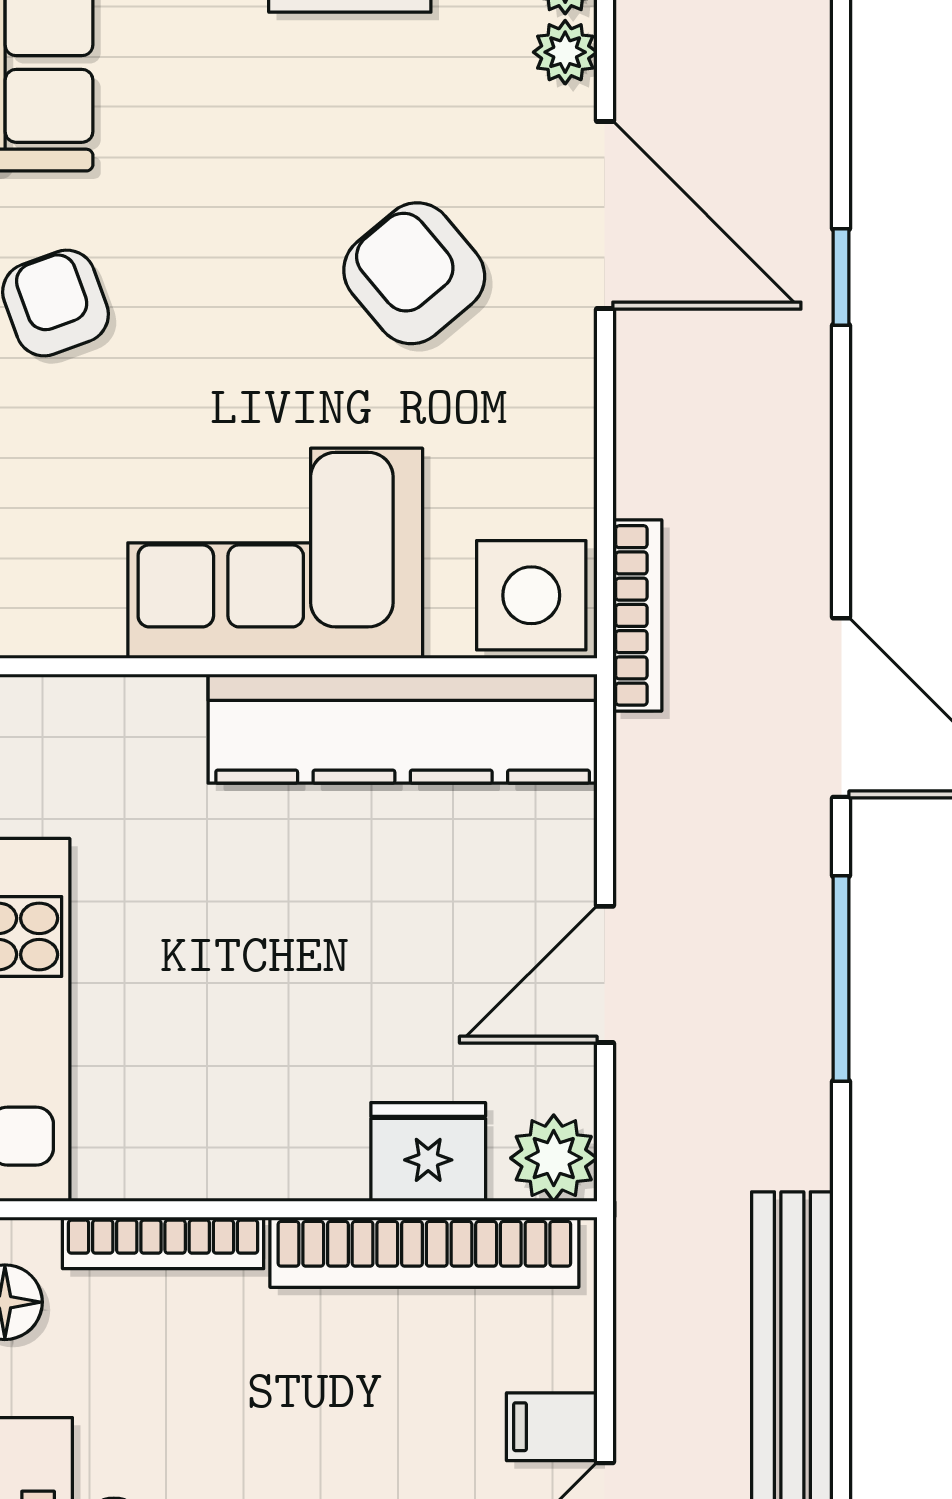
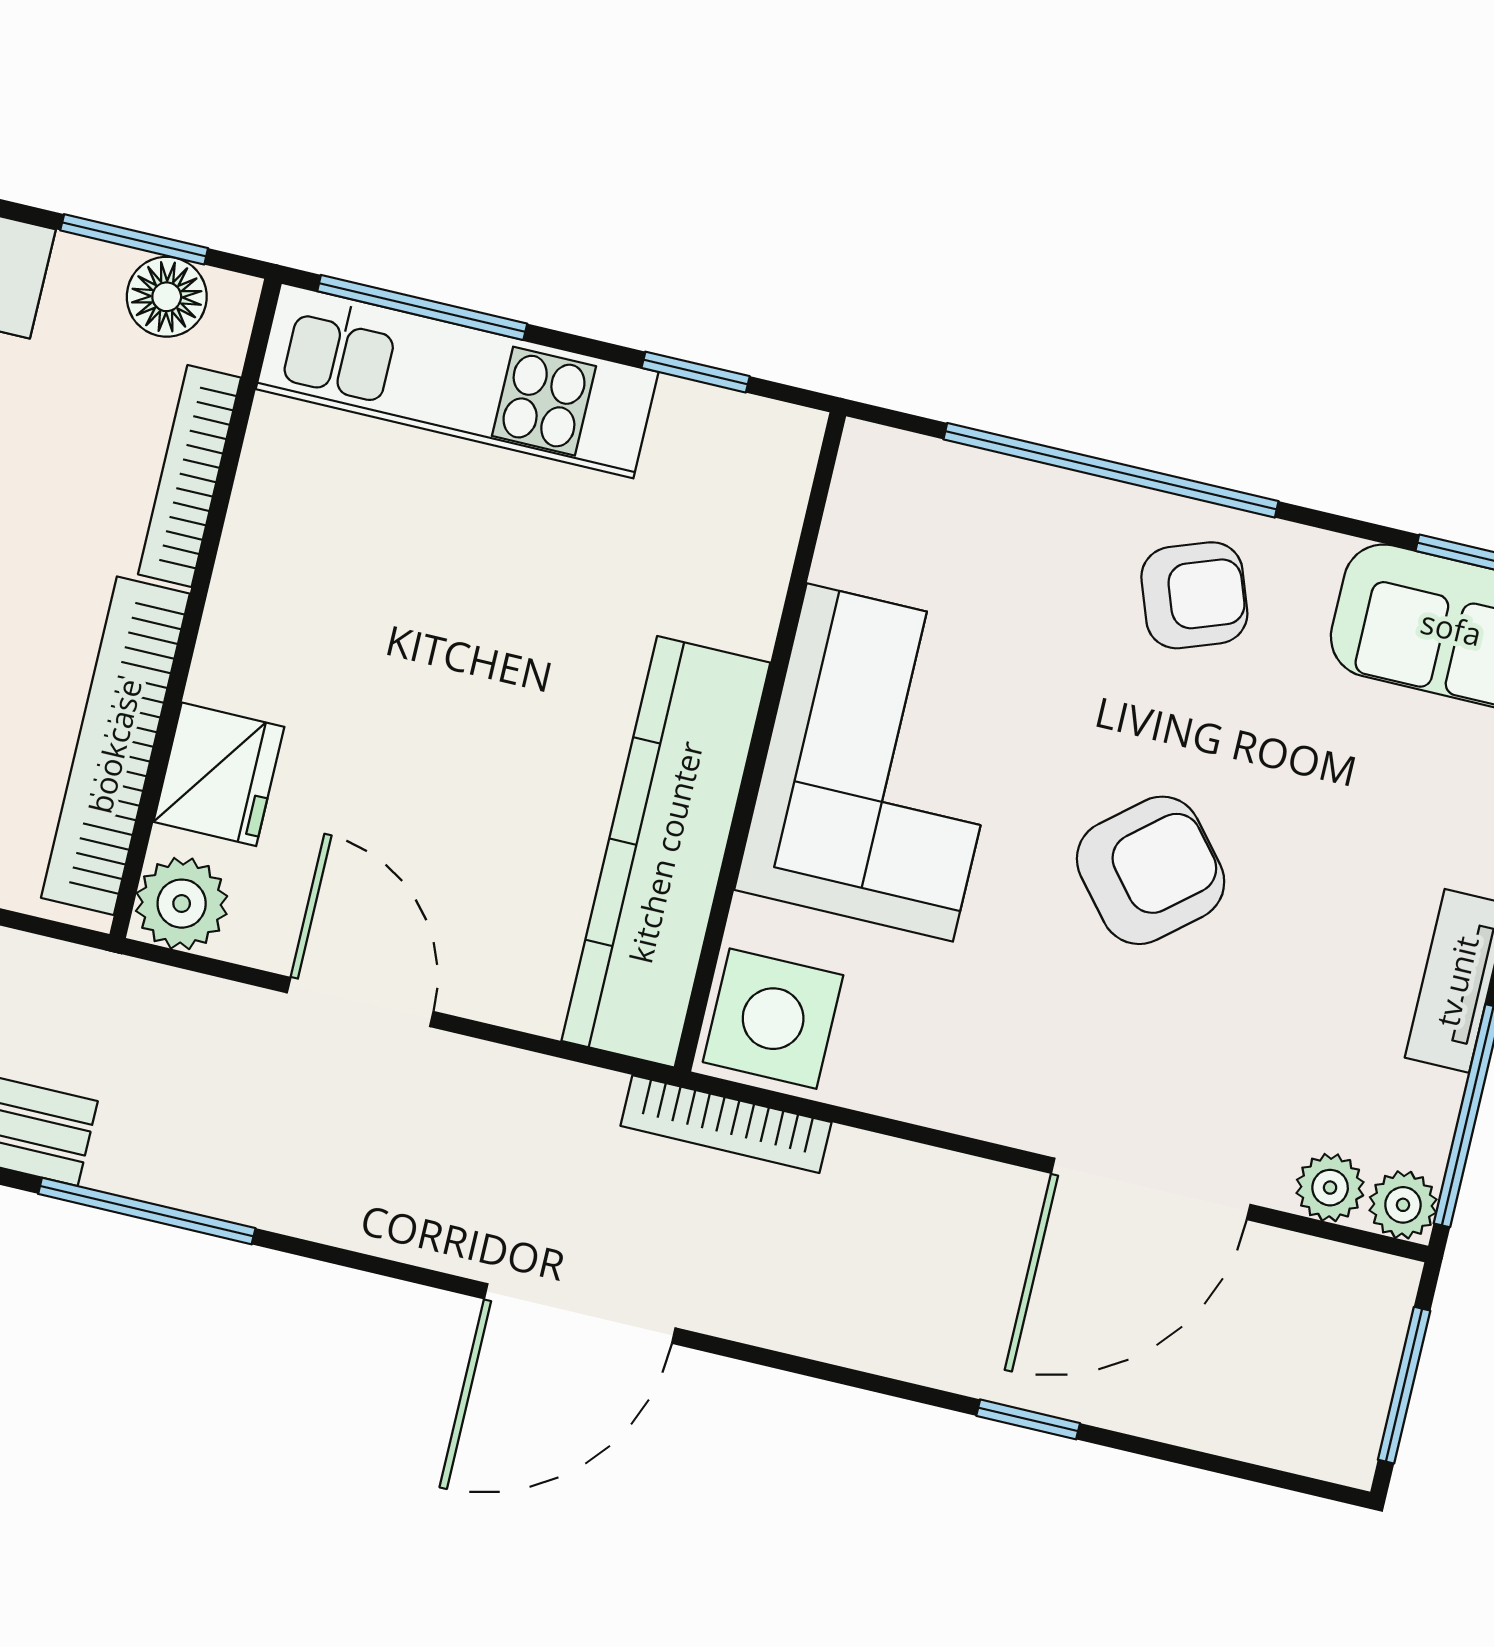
armchair: (414, 273) -> (1151, 870), moved
window: (841, 978) -> (147, 1211), moved

